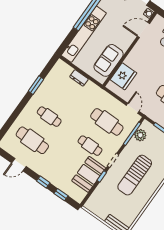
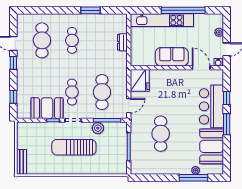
sofa: (109, 60) -> (172, 57), moved
fridge: (123, 76) -> (140, 80), moved, turned -90
plant: (140, 135) -> (98, 128), moved
window: (43, 182) -> (13, 63), moved

